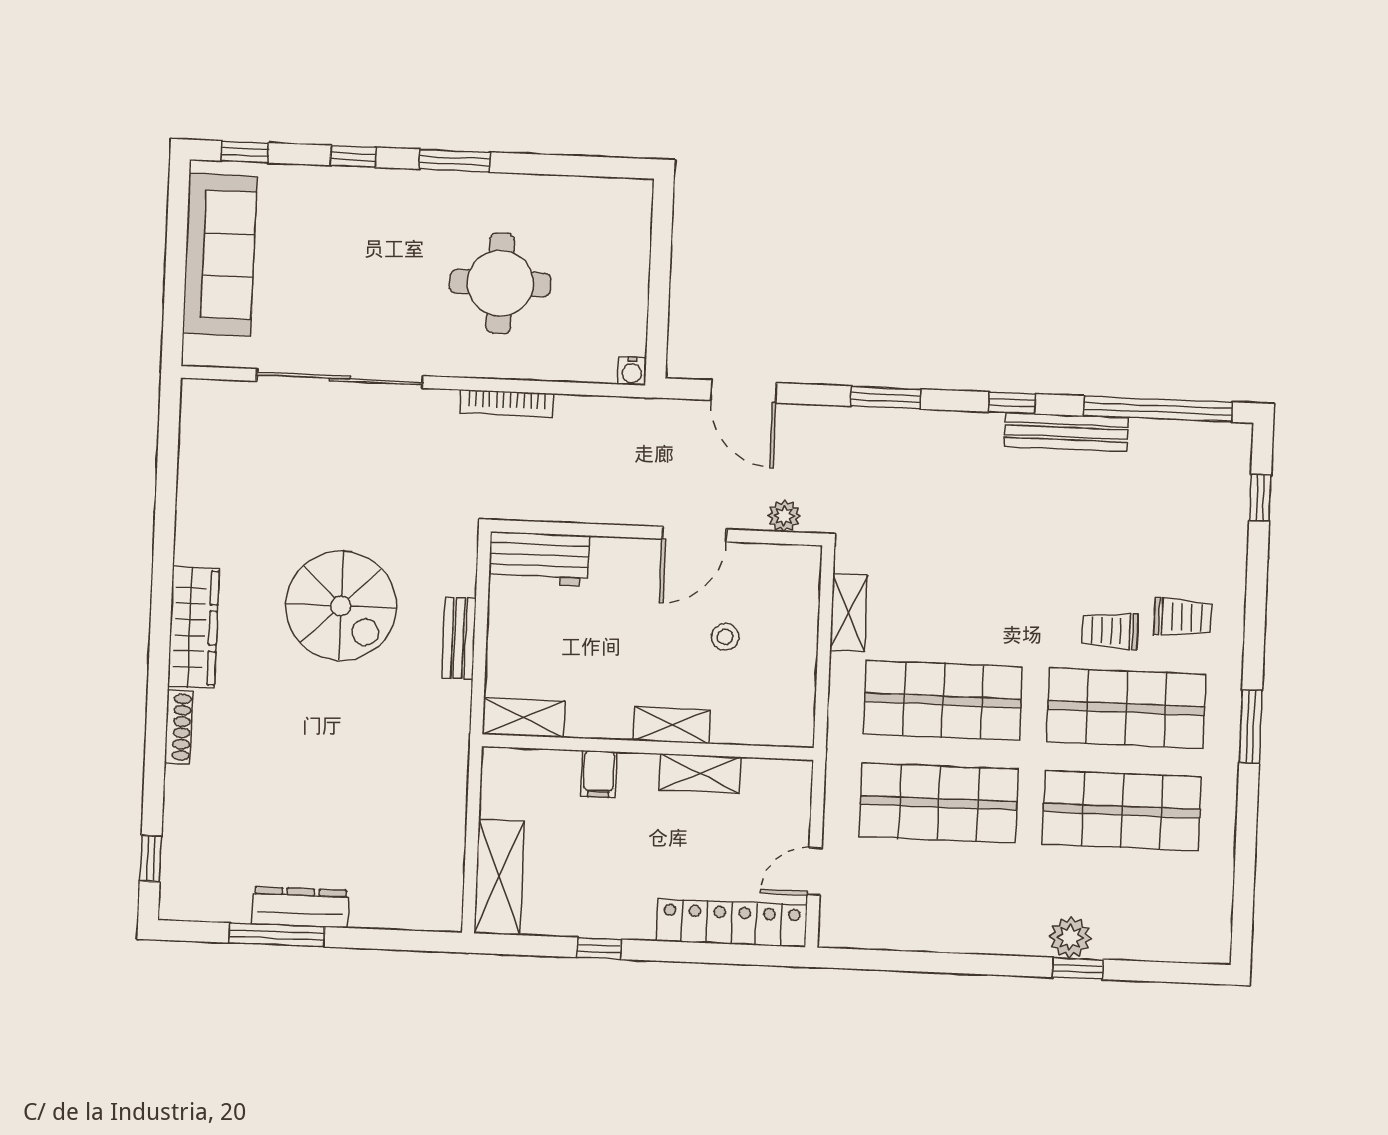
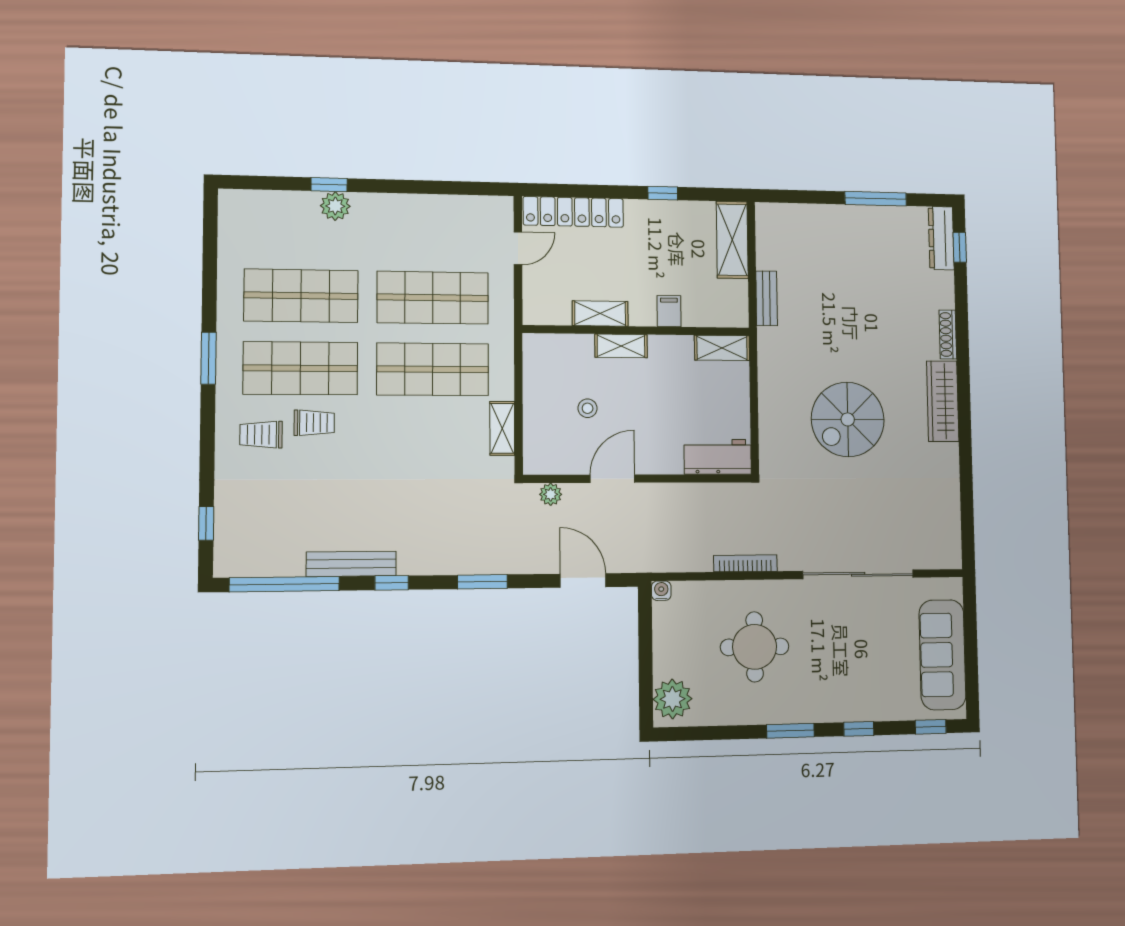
plant: (624, 217) -> (672, 699), added
spiral stairs: (341, 606) -> (848, 419), turned -90
bench: (459, 638) -> (767, 298), moved
dresser: (300, 907) -> (941, 238), moved, turned 90

